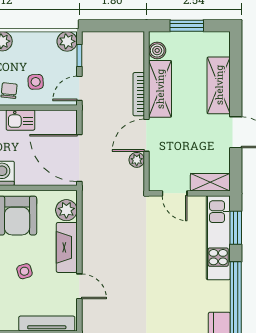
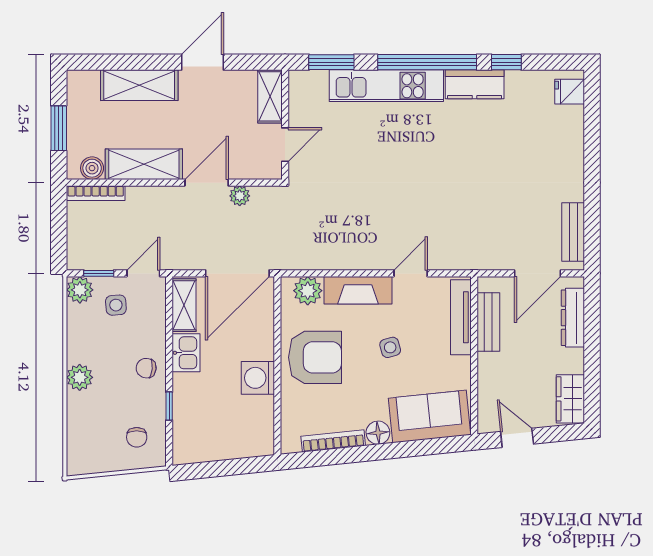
side table: (36, 82) -> (116, 305), moved
door: (79, 88) -> (143, 273), swing flipped
bookcase: (139, 94) -> (96, 193), moved
shelving: (56, 119) -> (184, 305), added
door: (146, 135) -> (207, 183), swing flipped
kitchen unit: (218, 238) -> (386, 86), moved

